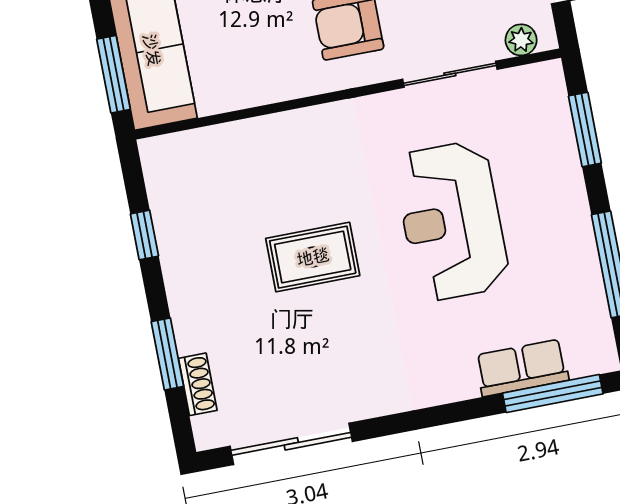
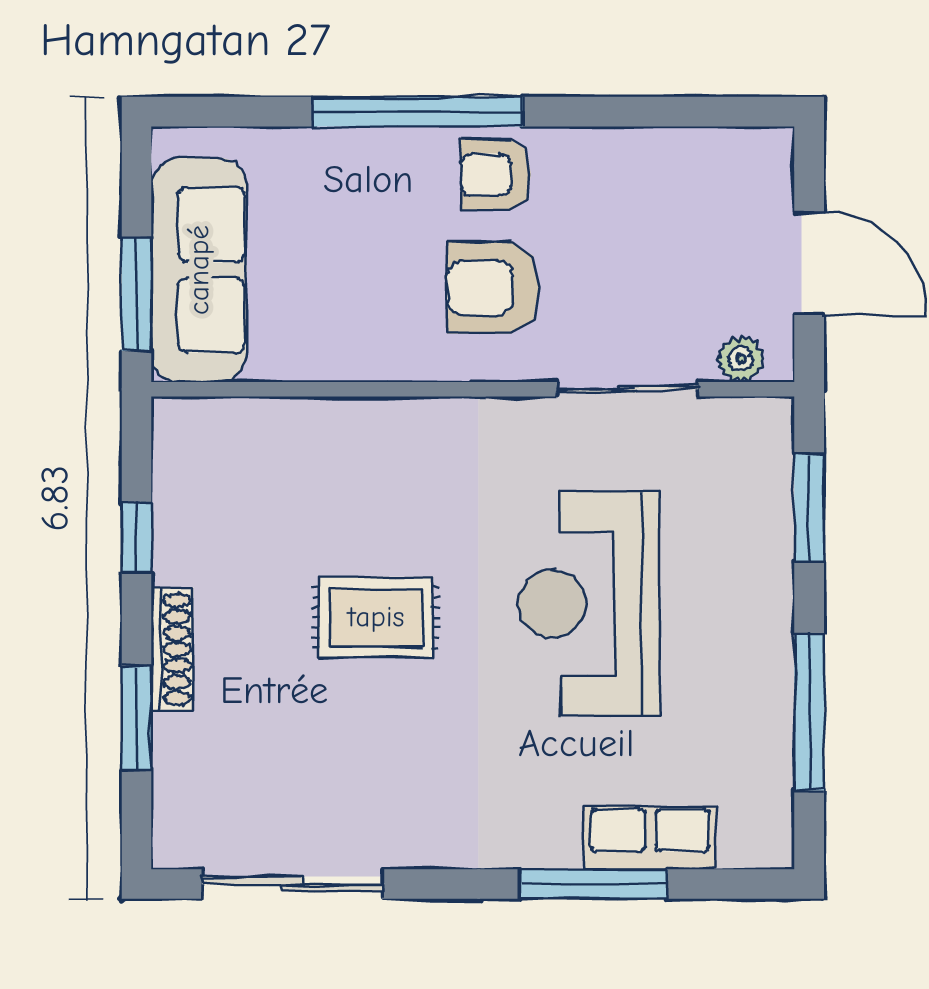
shoe rack: (198, 384) -> (172, 649), moved, width x1.43
window: (553, 393) -> (594, 884), moved

